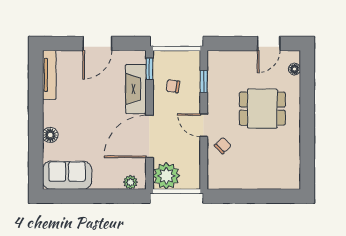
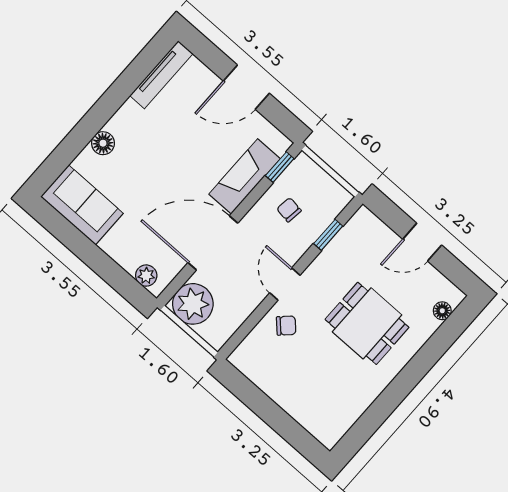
door: (269, 43) -> (422, 242), moved

